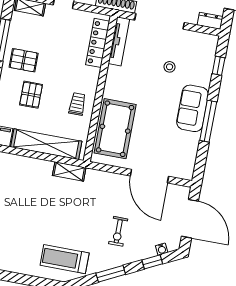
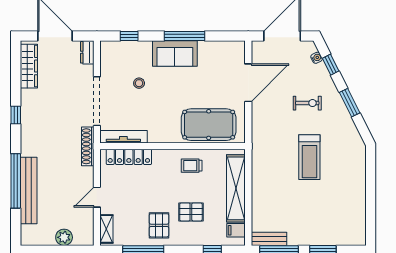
shelving: (69, 172) -> (258, 161), removed
treadmill: (65, 259) -> (309, 157), moved

